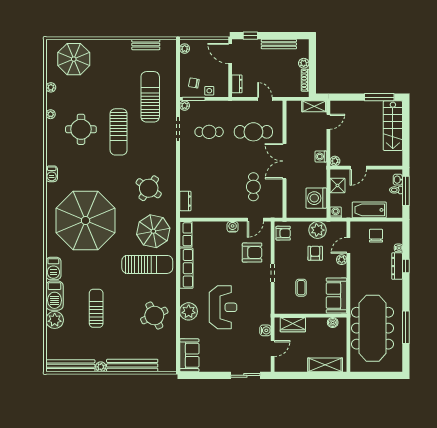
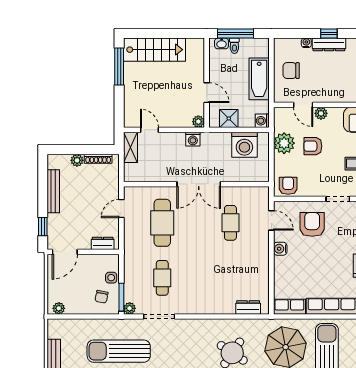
cafe table: (253, 187) -> (230, 223), turned 90

